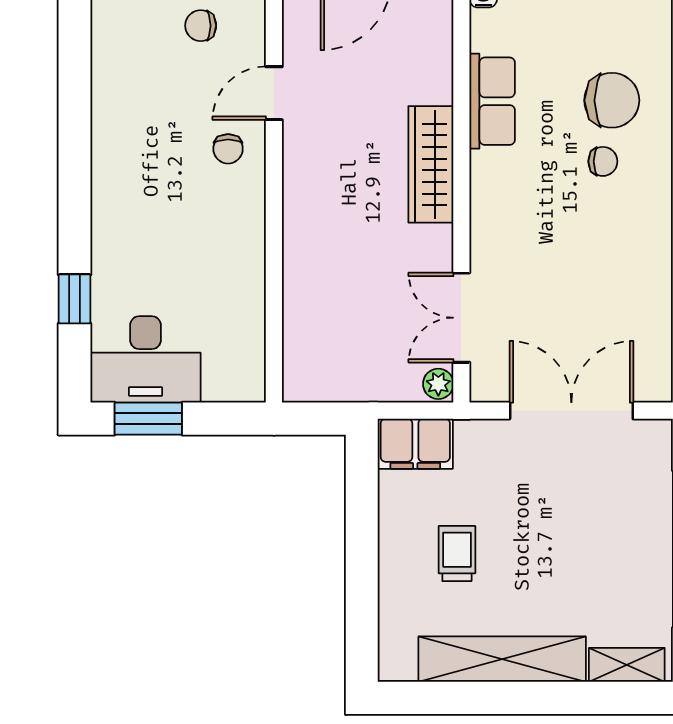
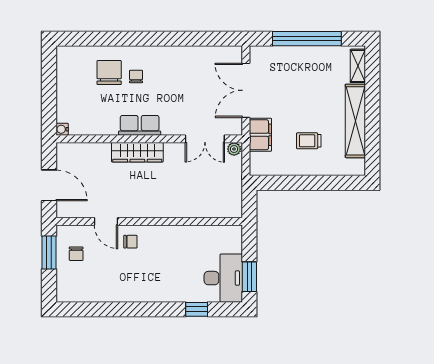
row of seats: (492, 101) -> (140, 125), moved
filing cabinet: (415, 444) -> (260, 135), moved

